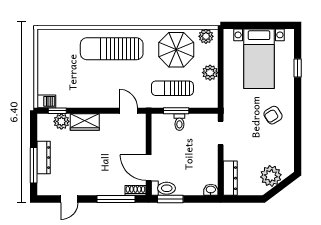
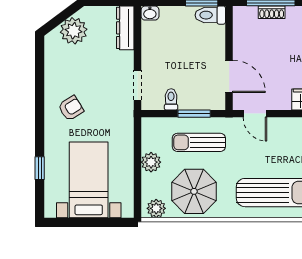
sun lounger: (172, 88) -> (199, 142), turned 180
toilet: (179, 122) -> (171, 99), moved
door: (149, 168) -> (229, 76), moved
shoe rack: (135, 190) -> (272, 12), moved

